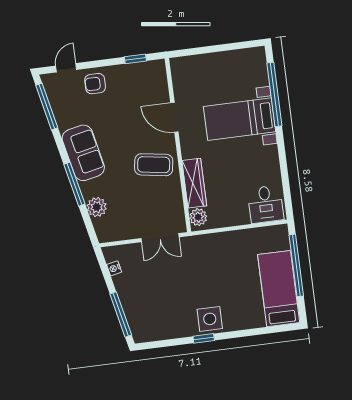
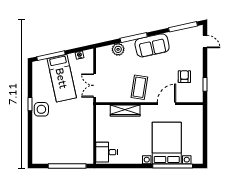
armchair: (95, 84) -> (184, 77), moved
bed with nightstands: (240, 119) -> (167, 143), width x1.36
plant: (198, 217) -> (104, 110), removed
bed: (279, 289) -> (62, 78), moved, turned 78

